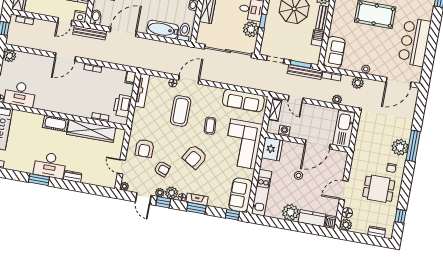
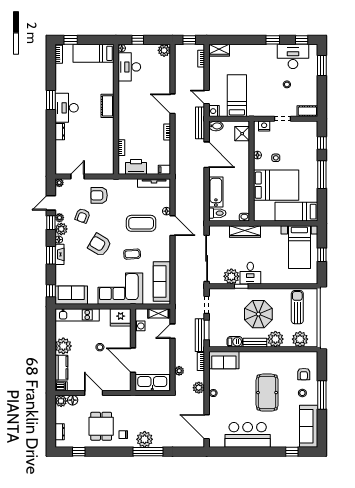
wardrobe: (91, 131) -> (106, 141), removed

